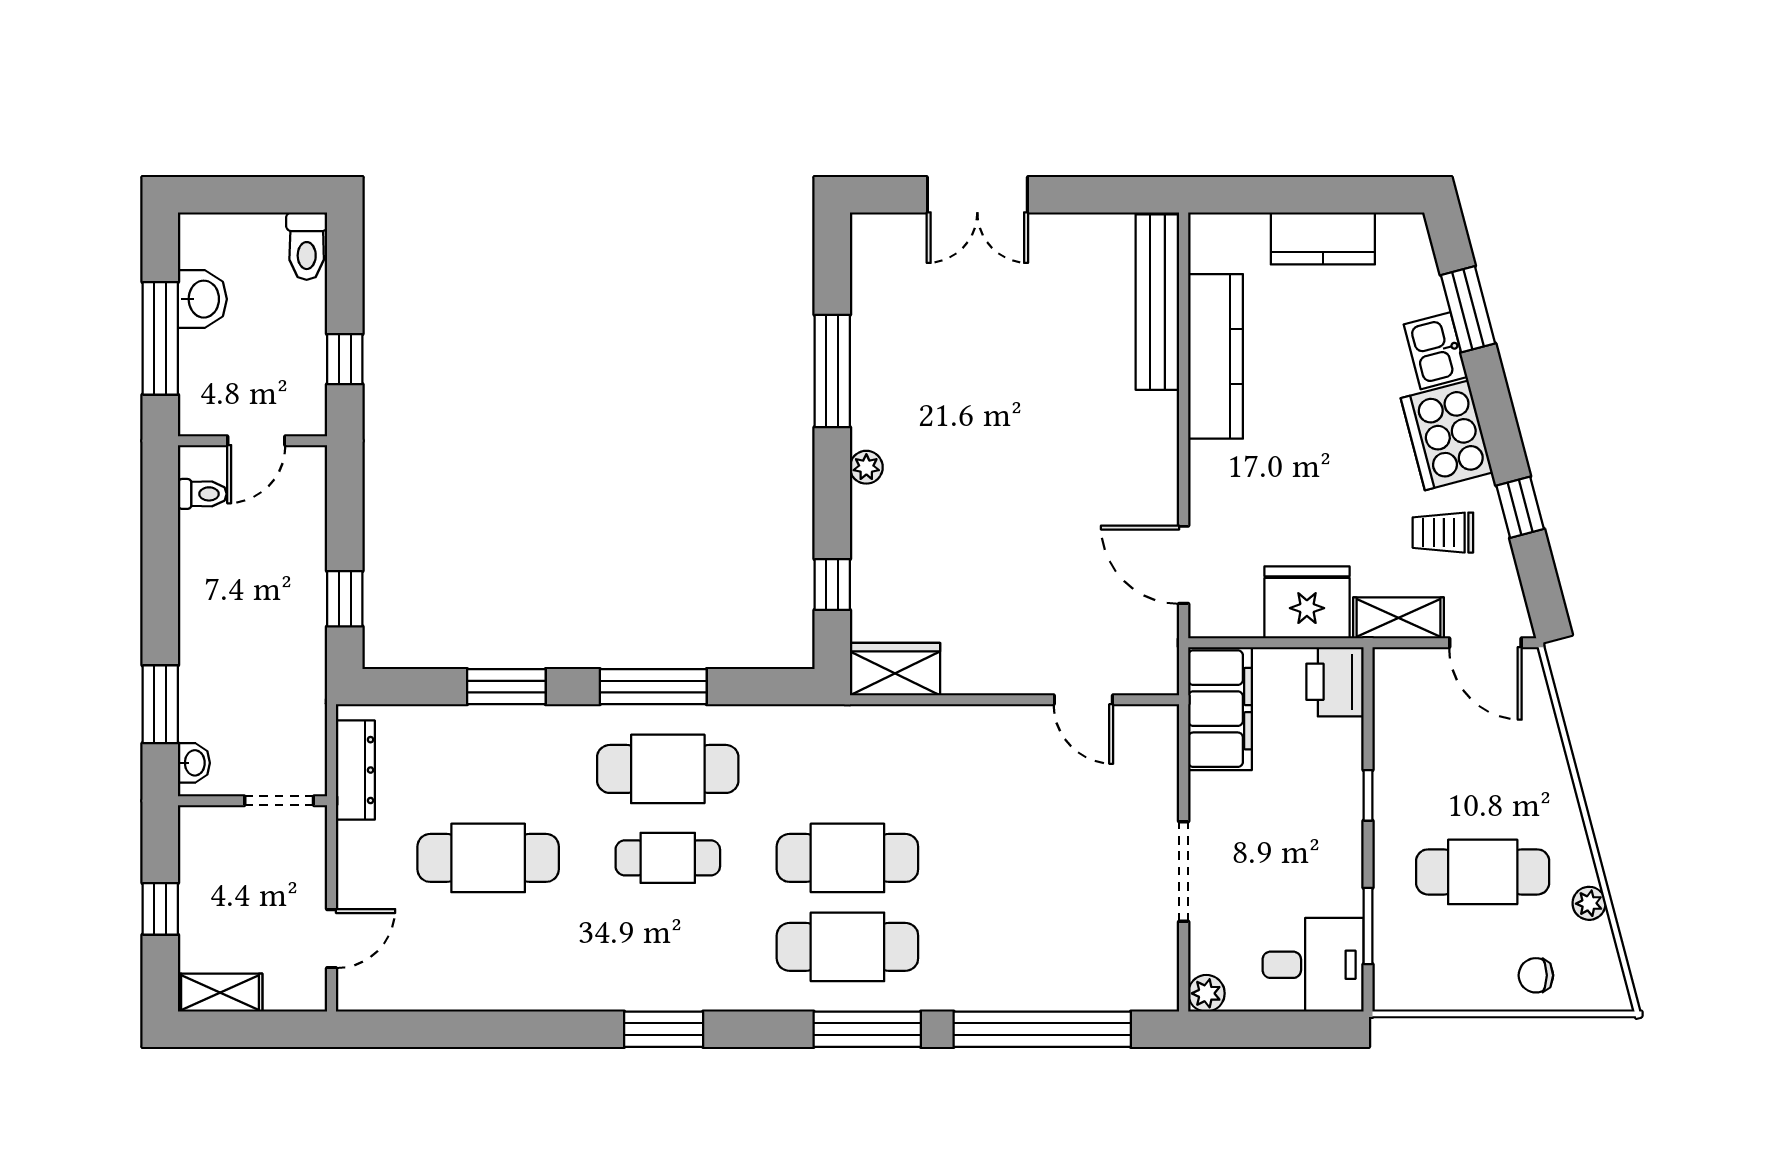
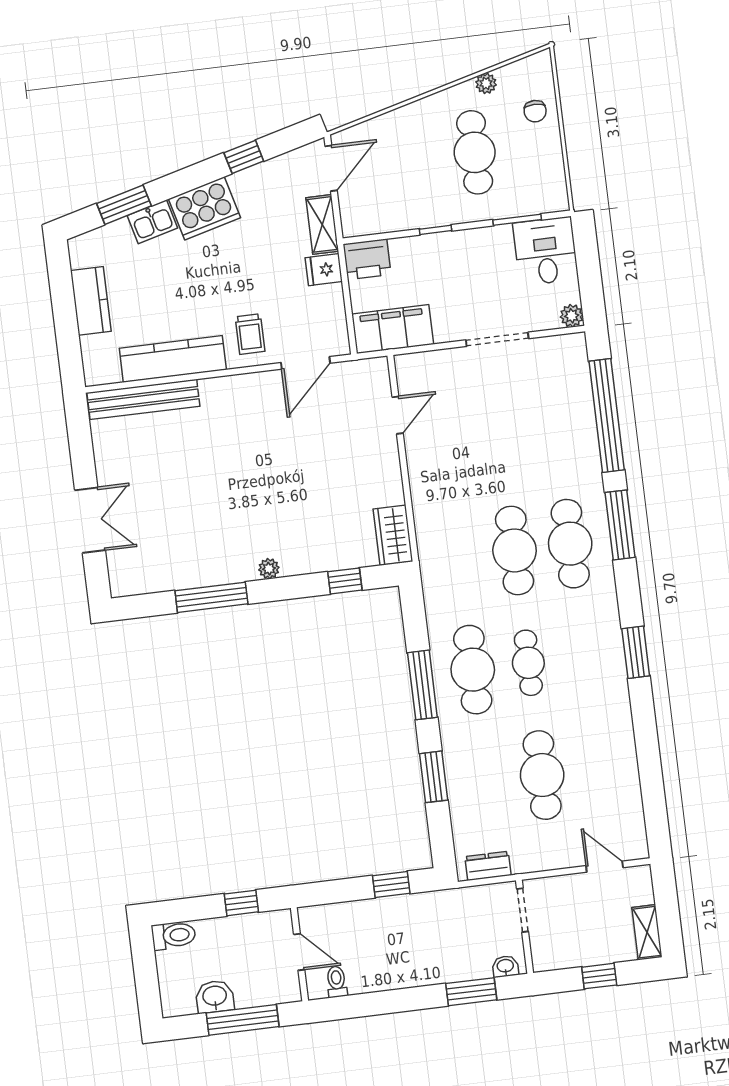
trolley: (1443, 533) -> (250, 334), moved
fridge: (1307, 602) -> (324, 270), width x0.53, depth x0.75
dresser: (355, 770) -> (488, 866), width x0.70

